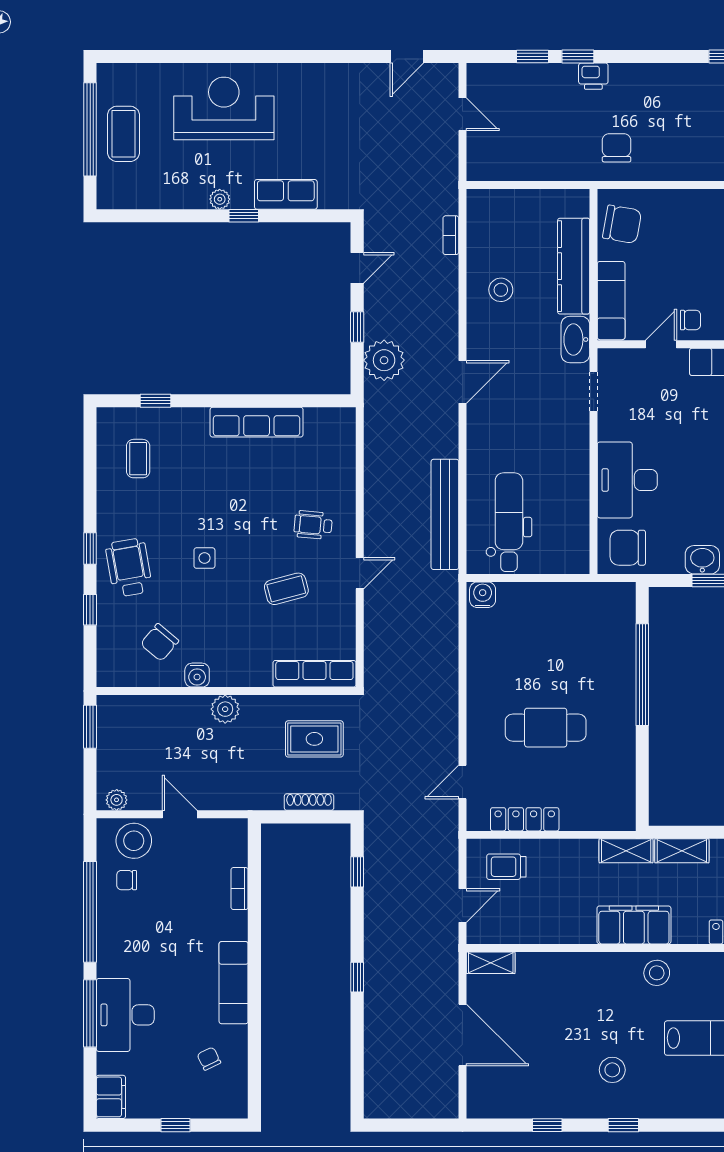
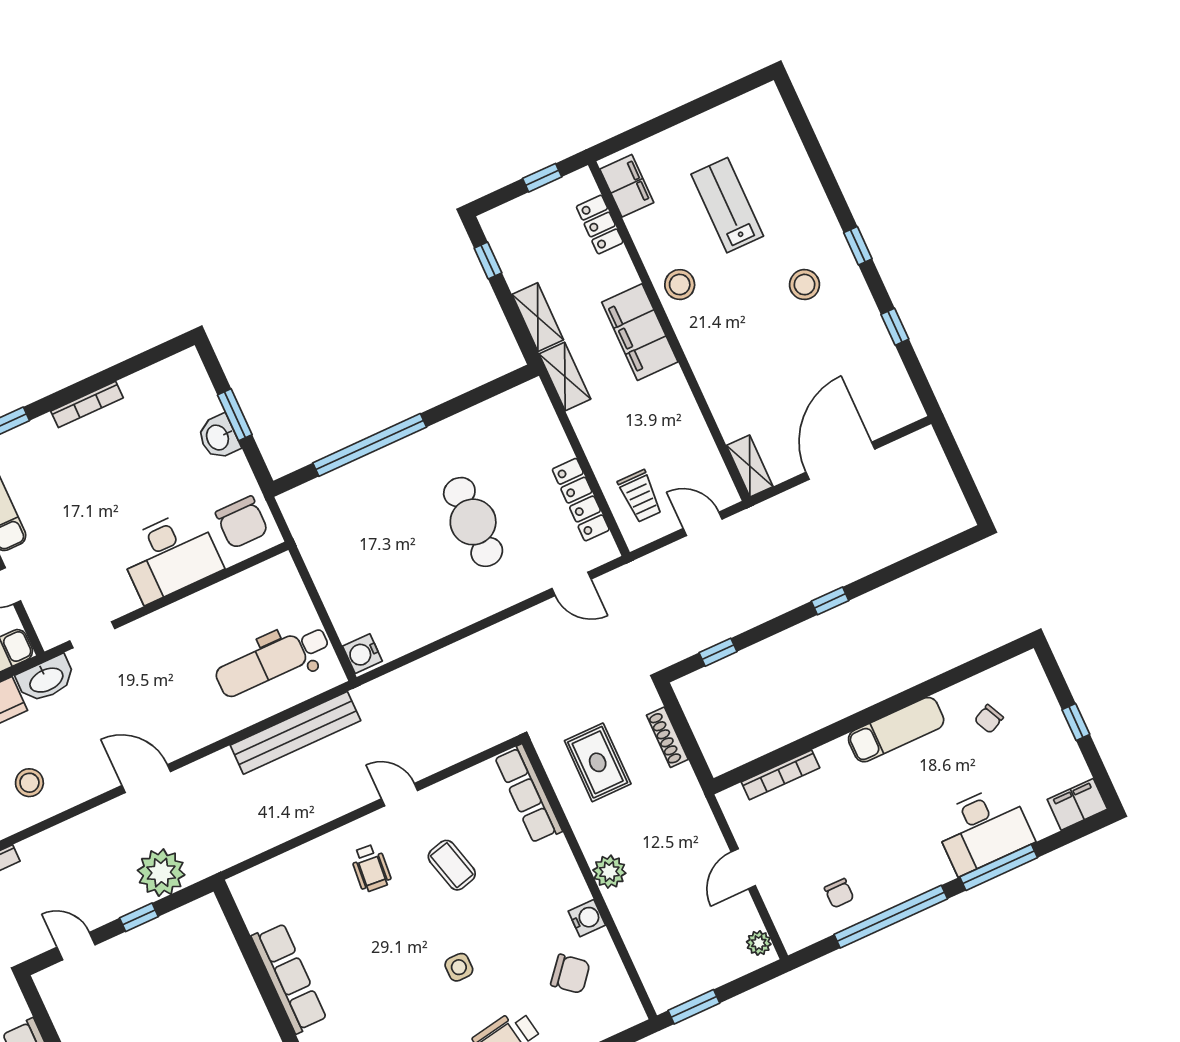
stool: (134, 841) -> (794, 905), removed
bookcase: (240, 889) -> (780, 775), width x1.56

